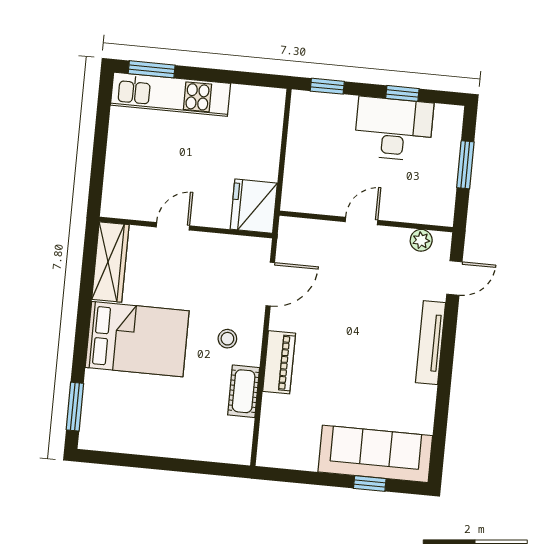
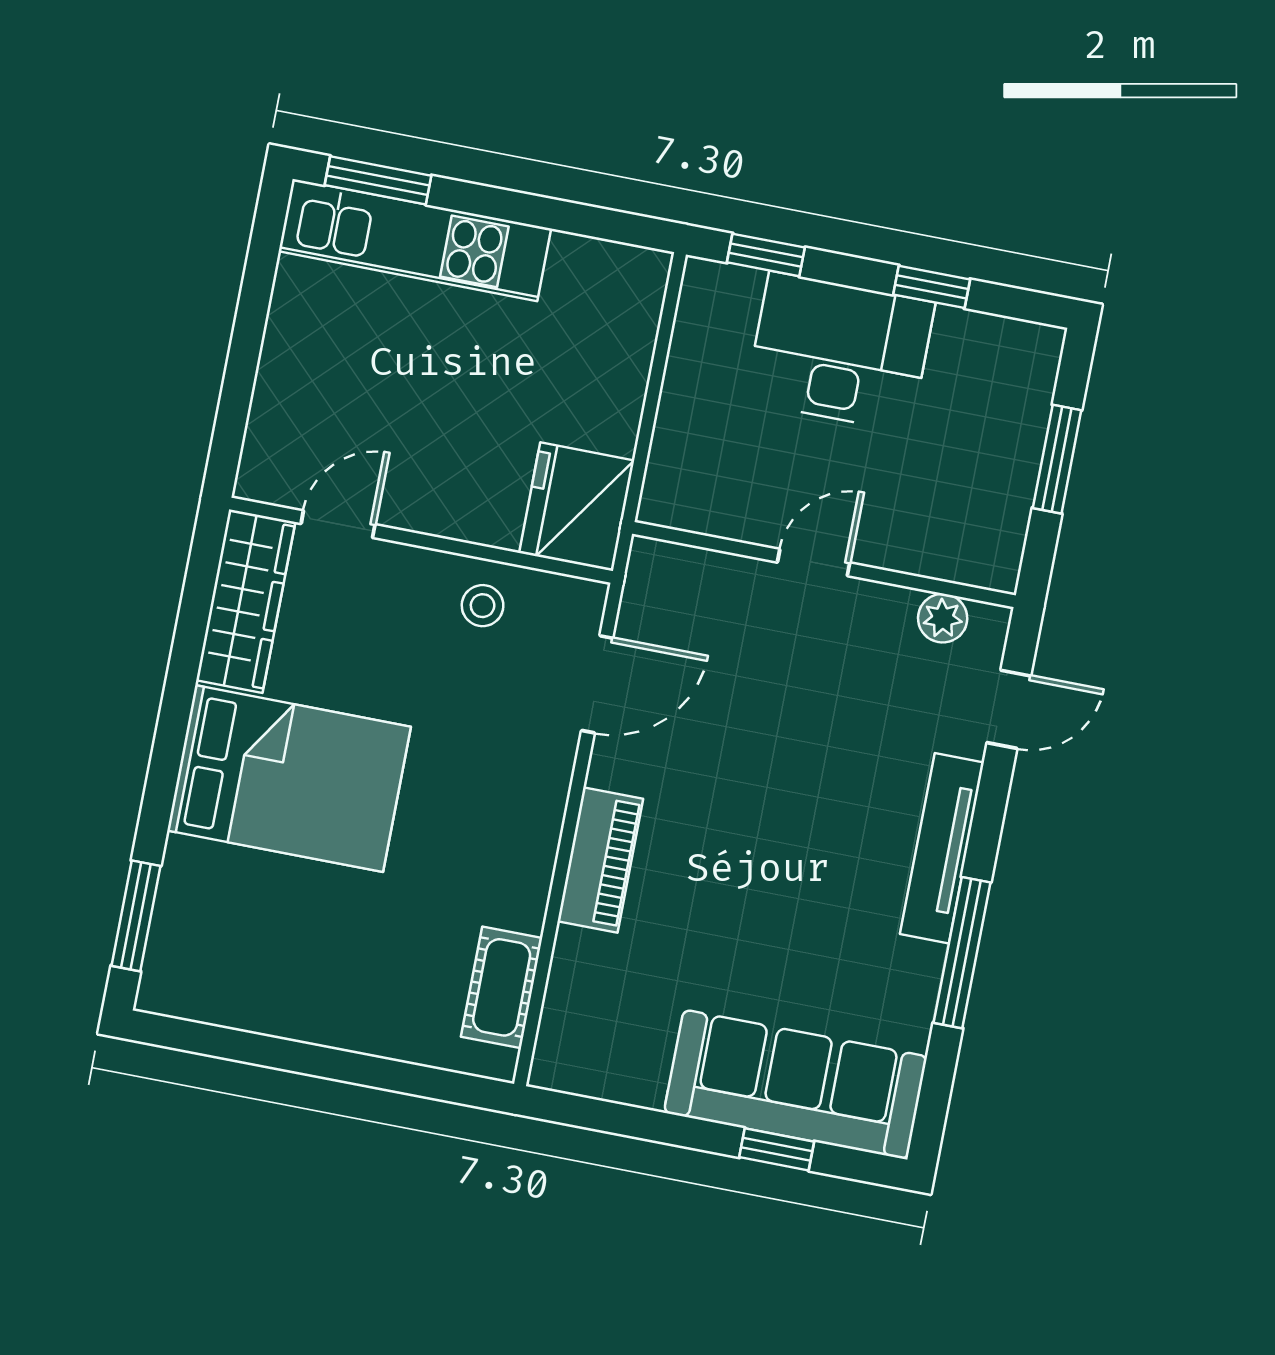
desk: (394, 129) -> (840, 352), moved
door: (173, 226) -> (338, 524), moved
stool: (227, 339) -> (483, 606), moved
window: (444, 388) -> (962, 953), added
cot: (244, 391) -> (502, 987), moved

